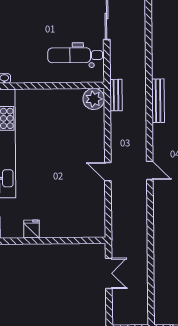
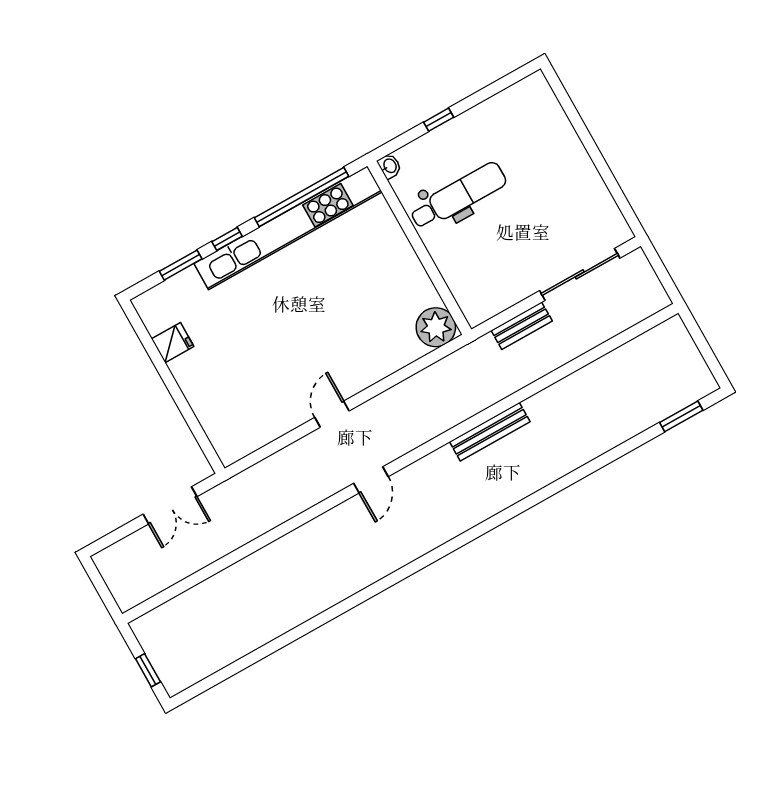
dental chair: (75, 55) -> (458, 196), moved, turned 90
bench: (116, 95) -> (522, 326), moved

